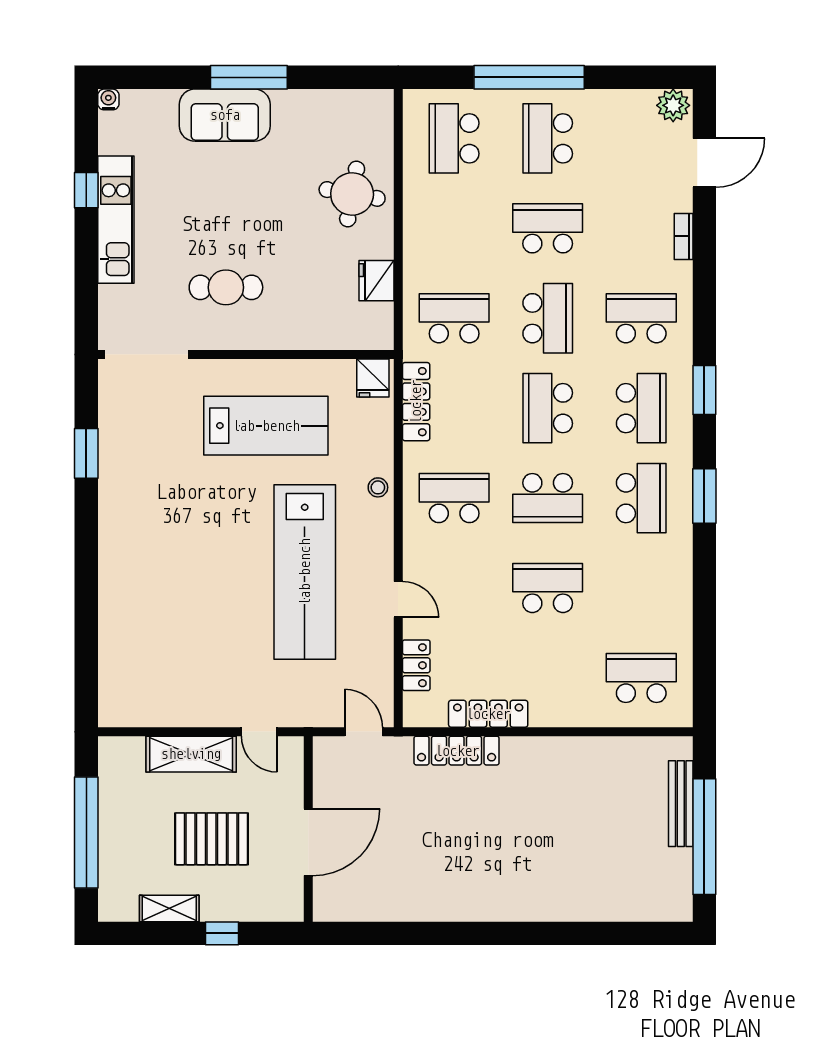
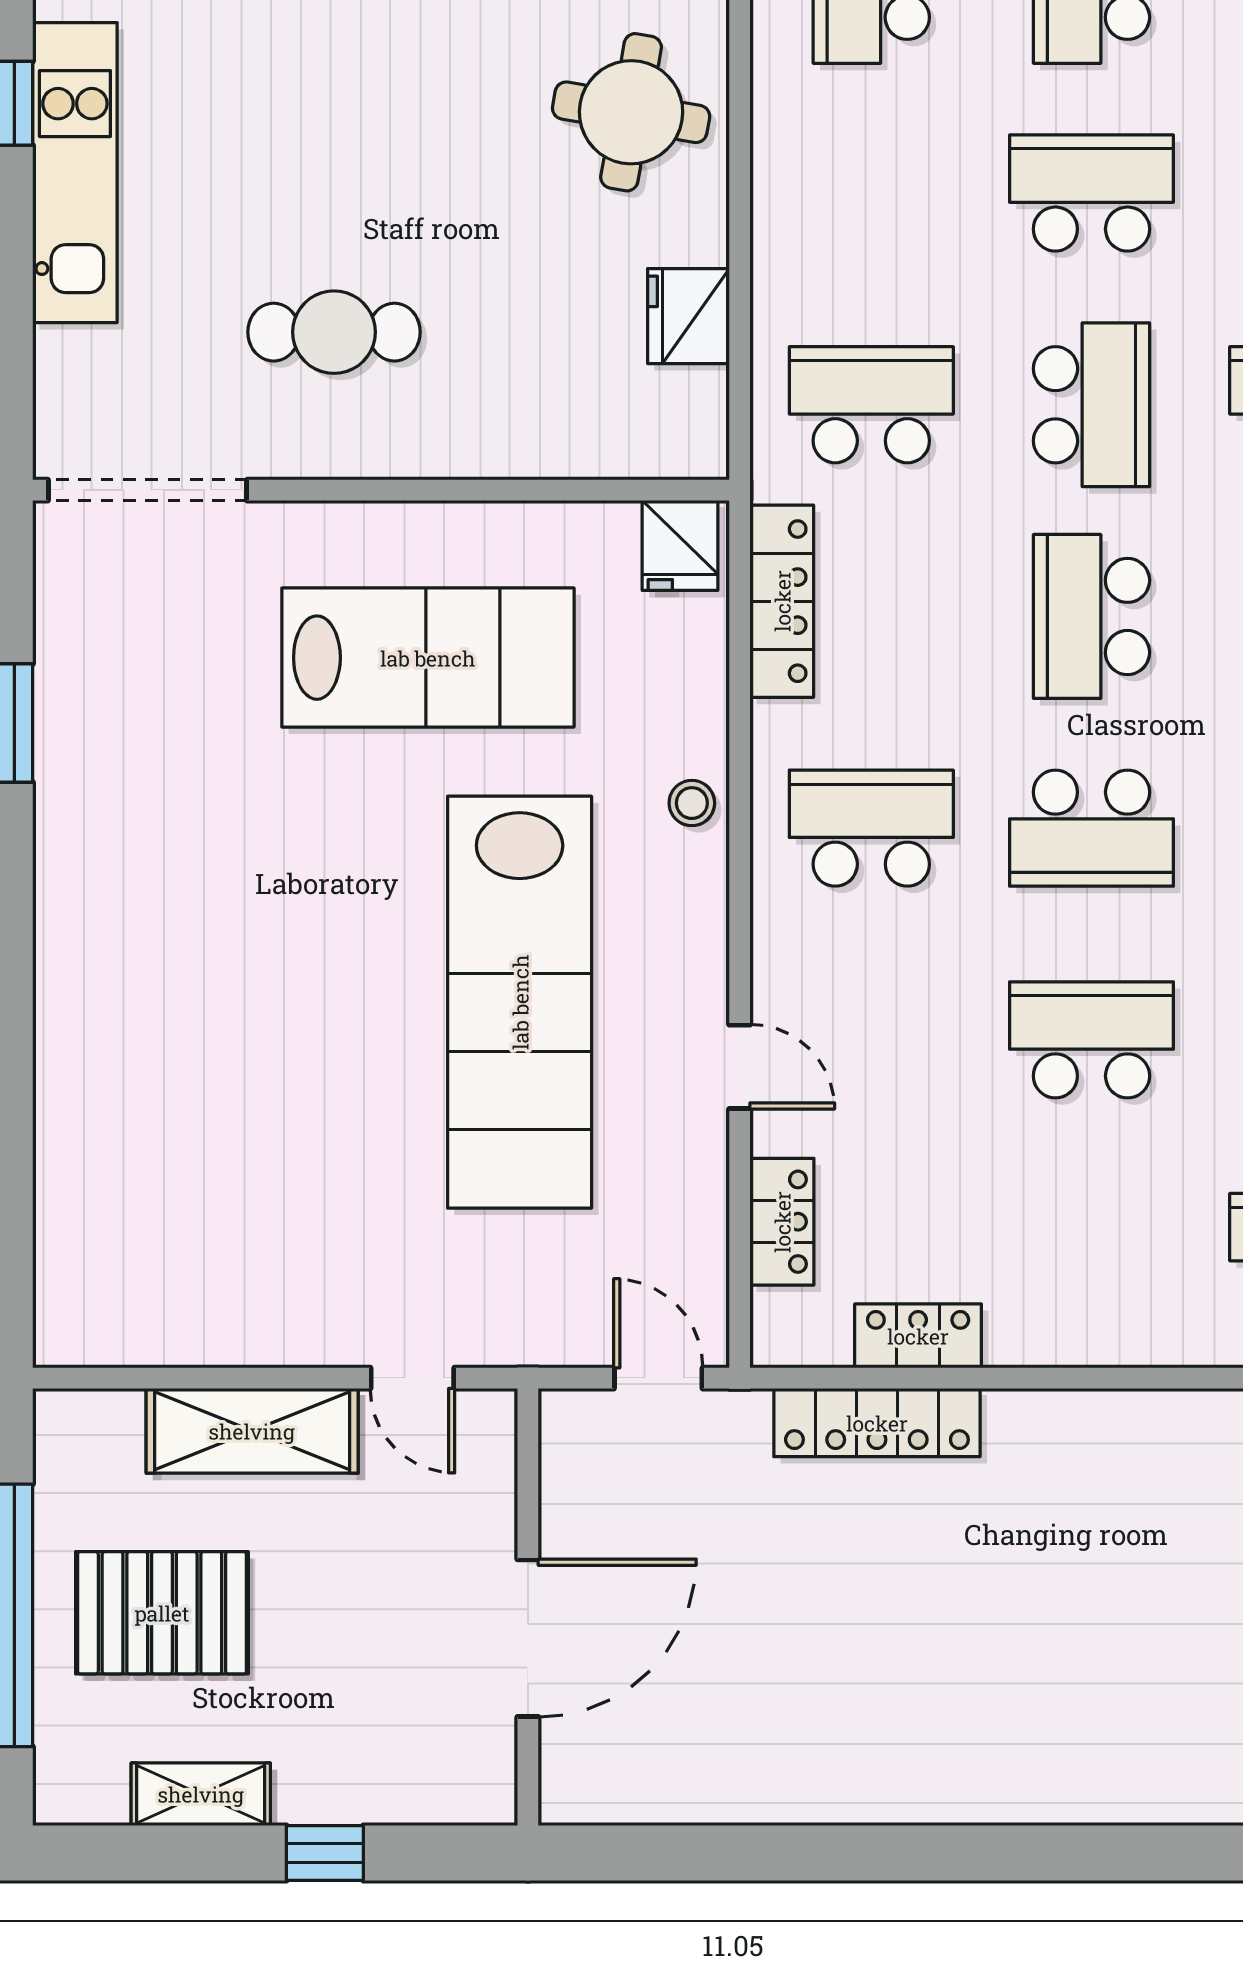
locker: (488, 714) -> (918, 1336), width x0.66
pallet: (212, 839) -> (162, 1613), moved

